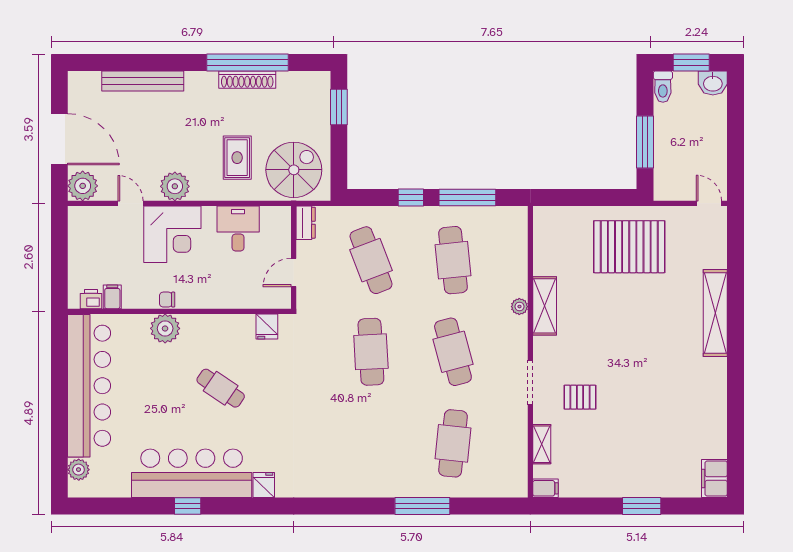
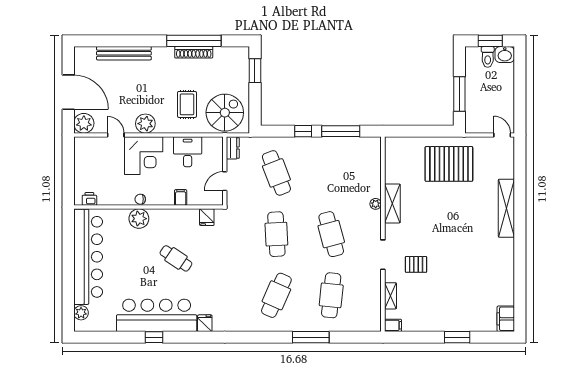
toilet: (663, 87) -> (488, 57), moved
cafe table: (453, 260) -> (276, 295), moved, turned 30
filing cabinet: (112, 297) -> (181, 197), moved

